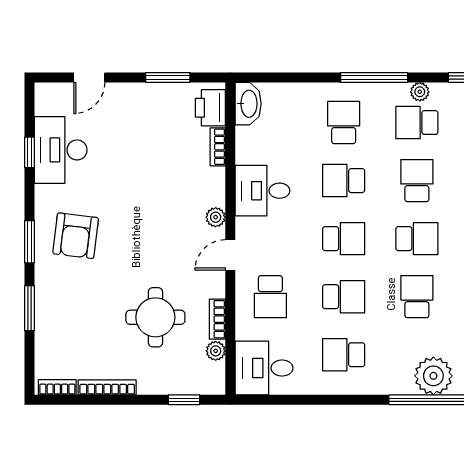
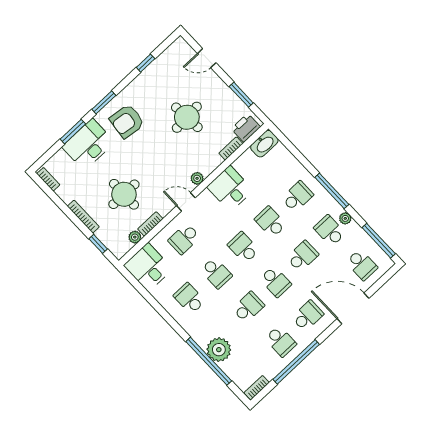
desk: (61, 150) -> (88, 145), moved
round table: (135, 163) -> (187, 117), added
school desk: (344, 239) -> (243, 247), turned 180
bookcase: (107, 387) -> (83, 217), moved

